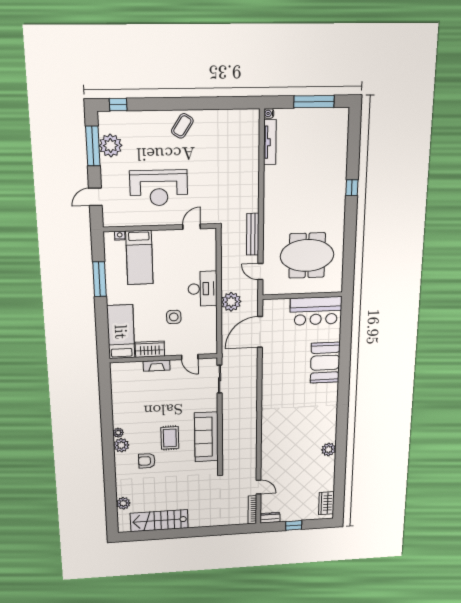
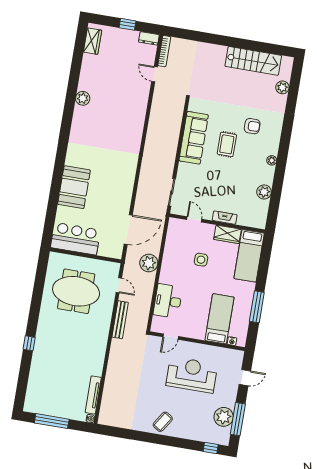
desk: (203, 289) -> (168, 301), moved
plant: (121, 445) -> (264, 192), moved

